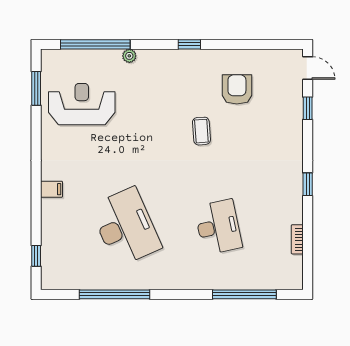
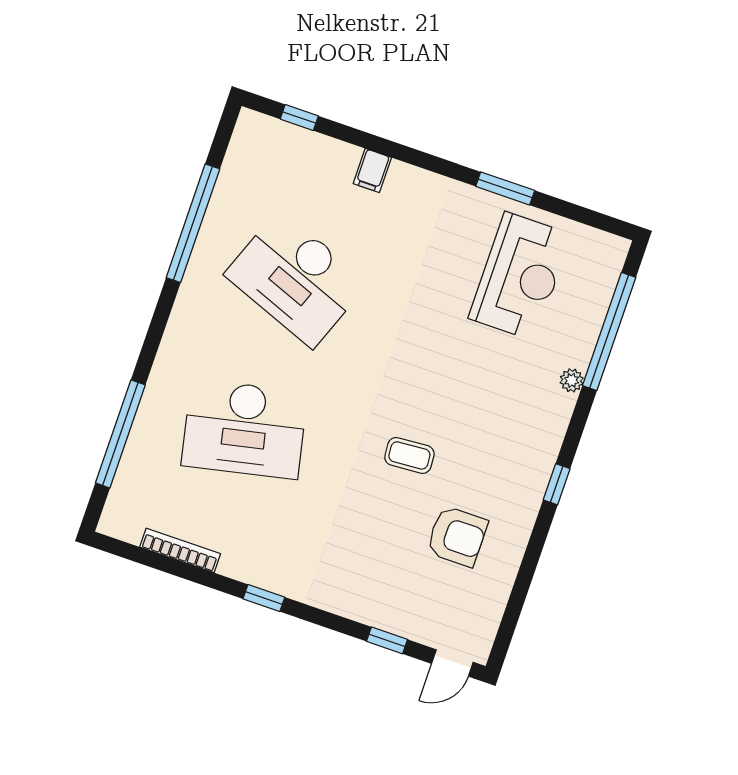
window: (36, 88) -> (505, 188), moved
filing cabinet: (51, 189) -> (372, 171), moved
desk: (126, 227) -> (296, 279), turned 45
desk: (218, 227) -> (244, 429), width x1.36, depth x1.30
bookcase: (297, 239) -> (180, 550), width x1.56

